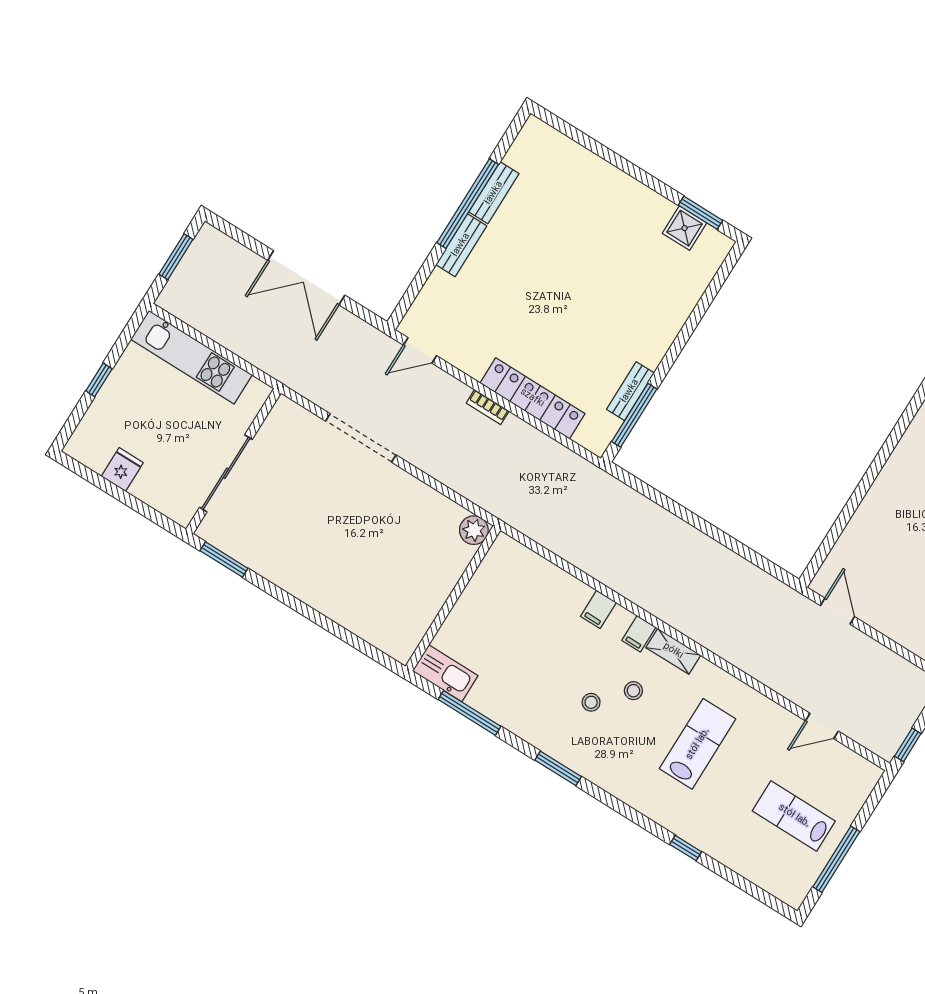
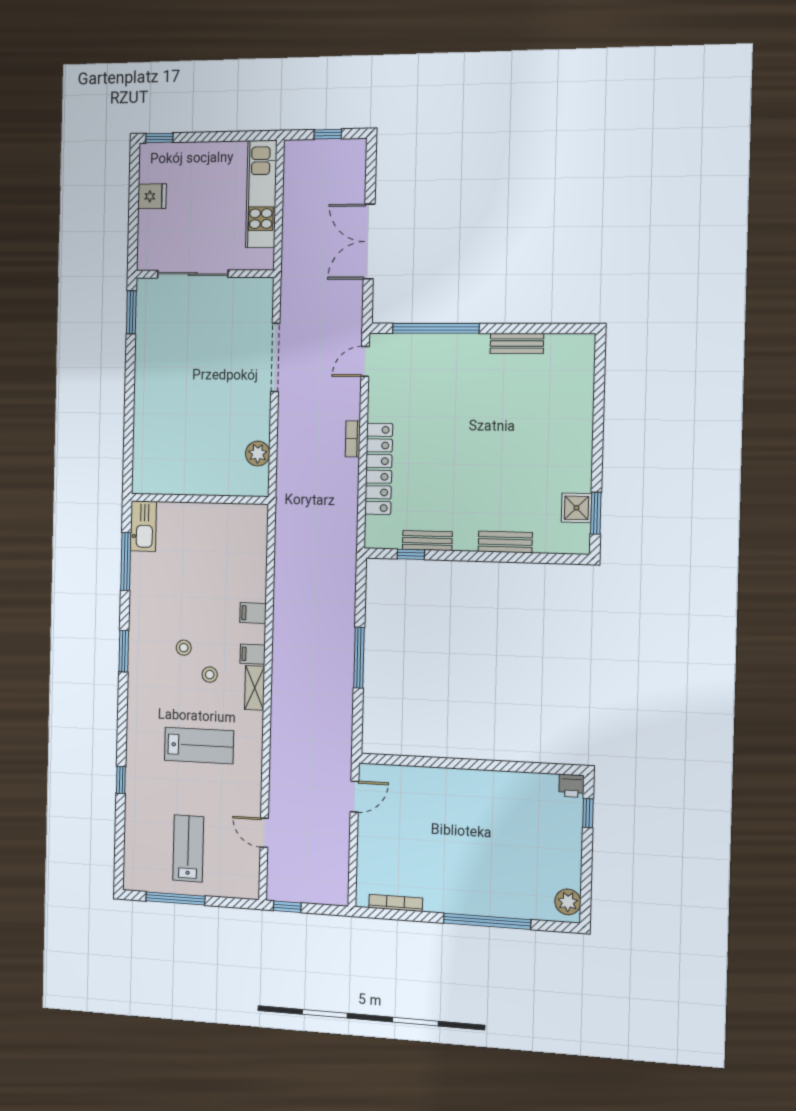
window: (468, 204) -> (436, 328), moved
bench: (461, 245) -> (505, 542), moved
window: (176, 257) -> (328, 134), width x0.67
door: (420, 350) -> (365, 361), hinge flipped
window: (99, 380) -> (159, 138), moved
window: (634, 415) -> (411, 554), width x0.46
window: (704, 527) -> (359, 658), added
plant: (474, 530) -> (258, 454), moved

